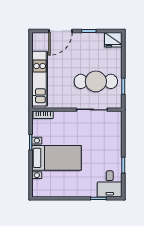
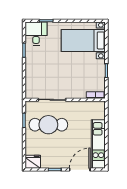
kitchen unit: (40, 79) -> (98, 144), moved
bed with nightstands: (57, 158) -> (83, 40), moved

